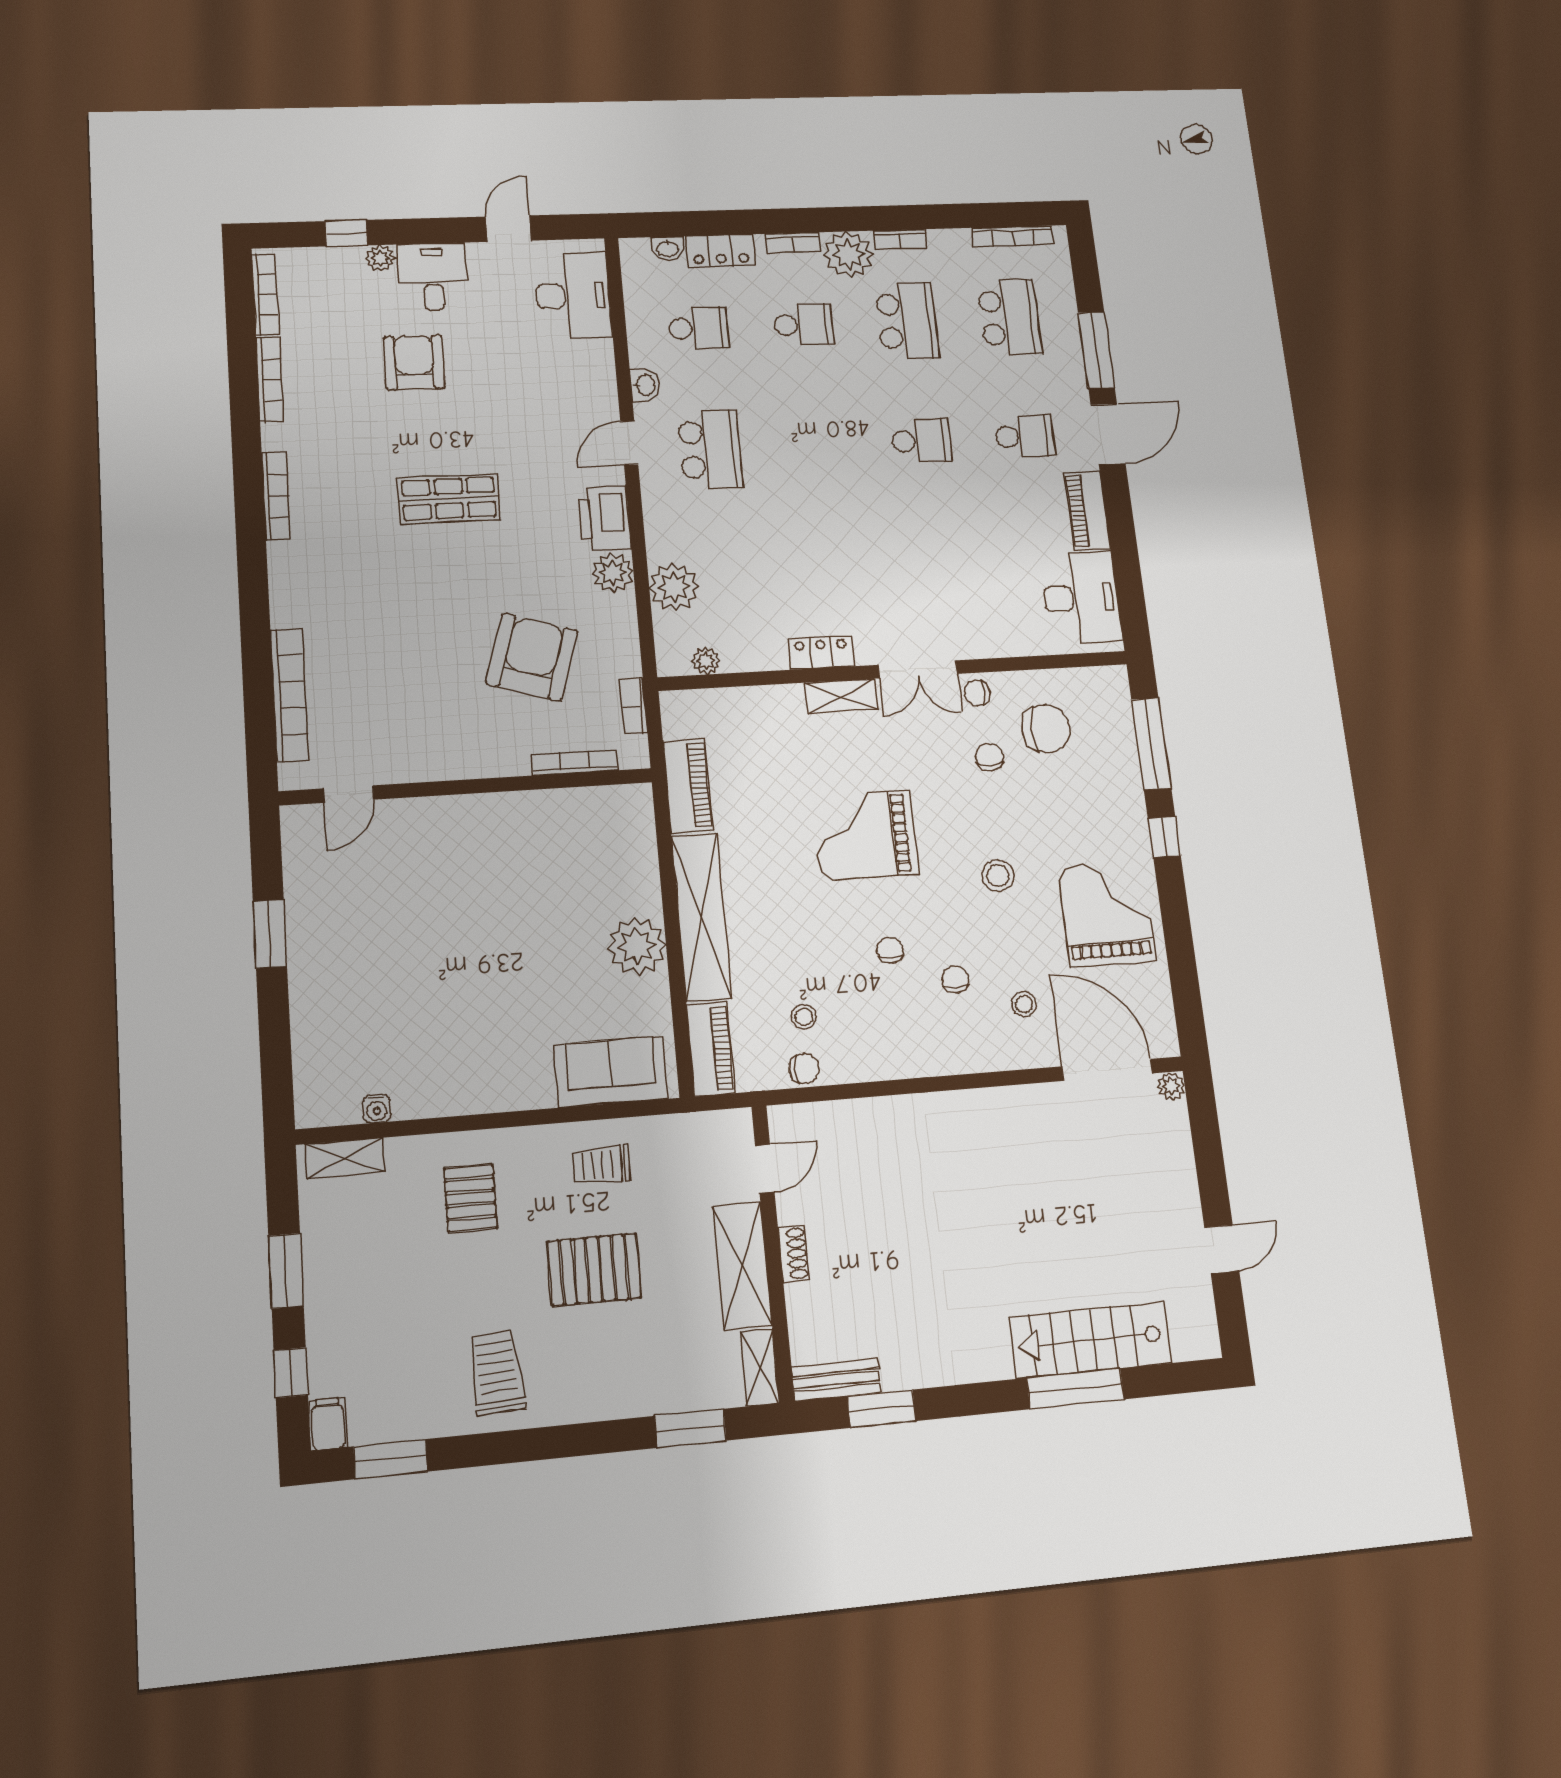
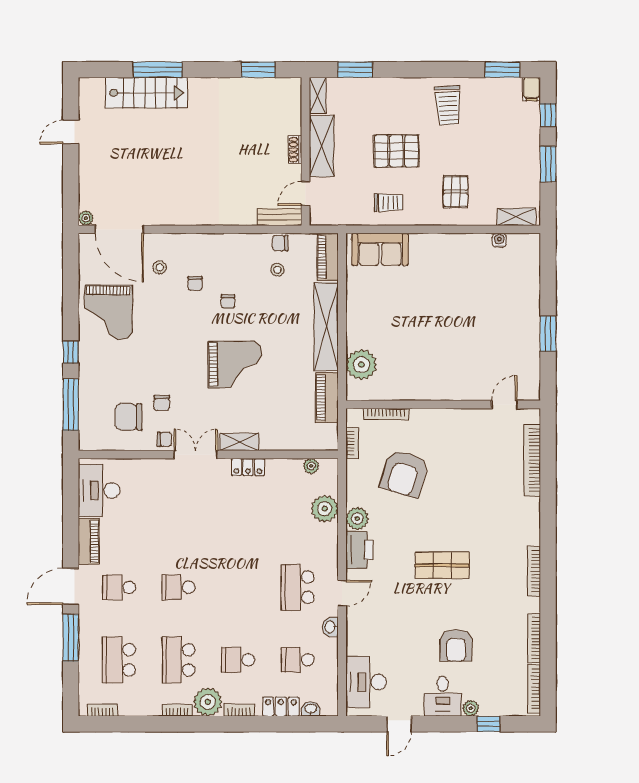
bookcase: (1013, 236) -> (102, 710), width x0.64
stool: (998, 875) -> (165, 337), removed
plant: (637, 946) -> (361, 365), moved
bench: (836, 1380) -> (280, 217), moved

